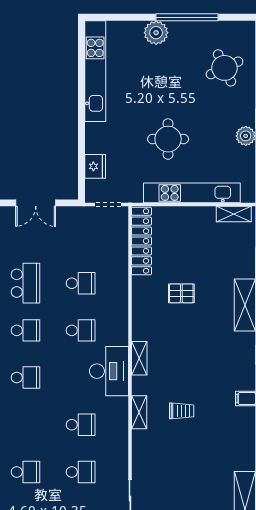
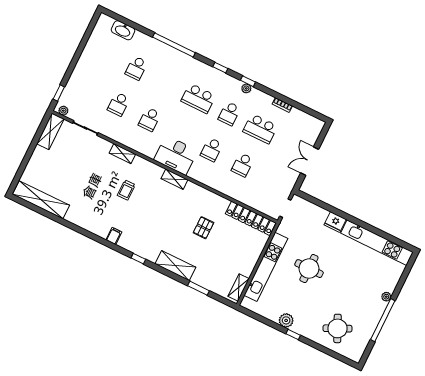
plant: (156, 33) -> (386, 297), width x0.53, depth x0.53
fridge: (95, 166) -> (335, 222), moved
school desk: (26, 378) -> (198, 98), width x1.85
shelving: (139, 412) -> (122, 154), moved

